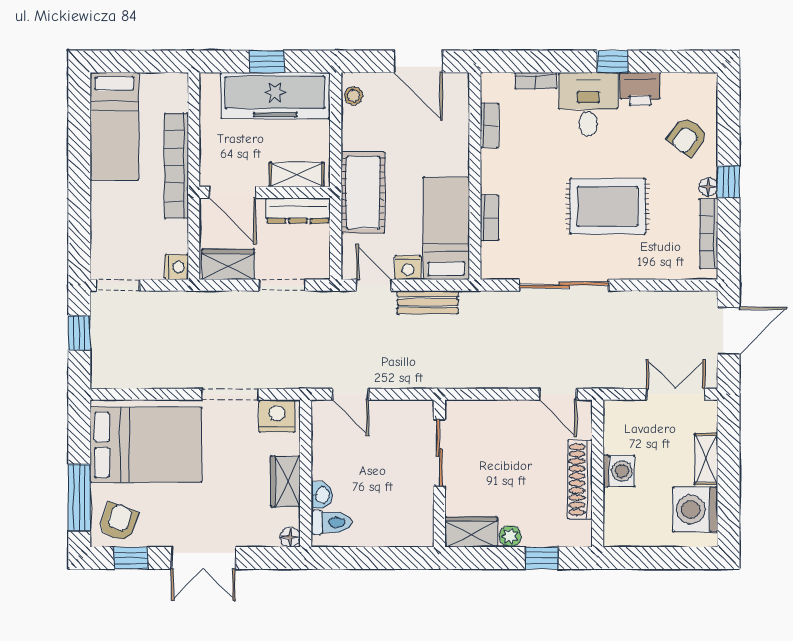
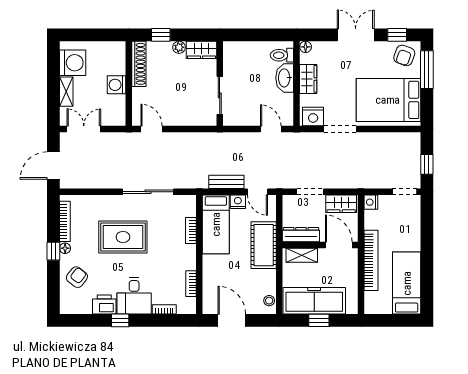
double door: (676, 394) -> (84, 129), swing flipped
shoe rack: (580, 480) -> (139, 64), moved
washbasin: (322, 495) -> (285, 78), width x1.91, depth x1.45

